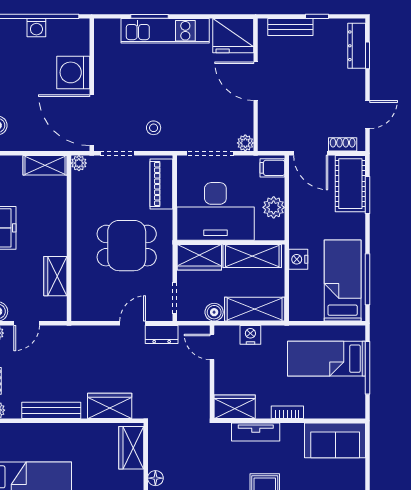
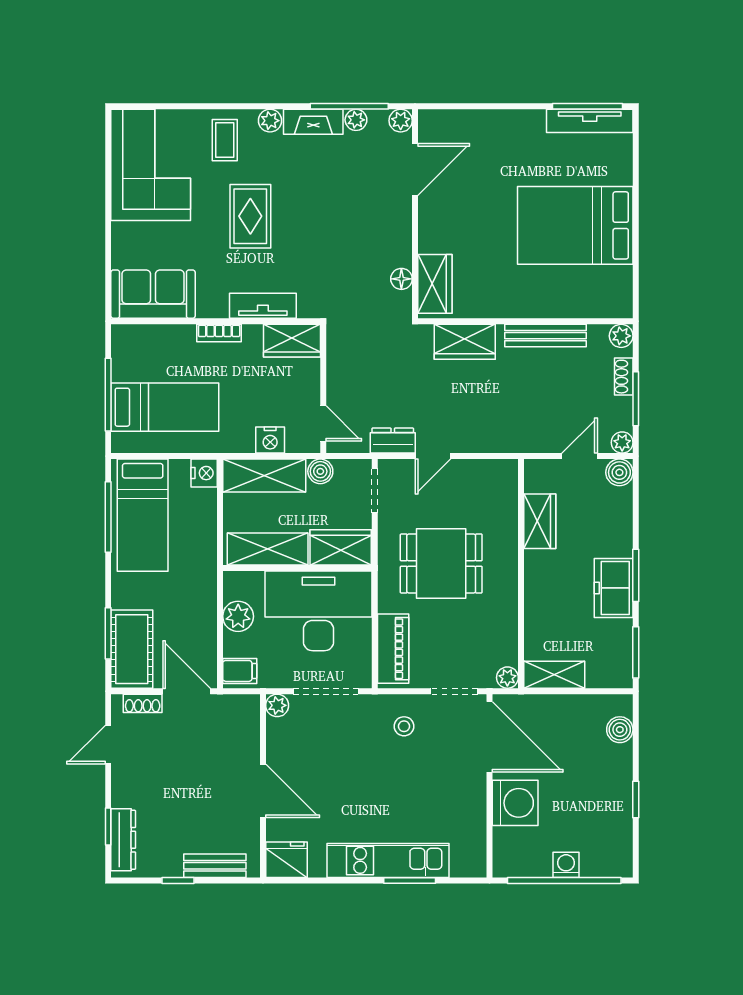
fridge: (233, 36) -> (287, 860), width x0.73, depth x0.75
nightstand: (298, 259) -> (204, 473), moved
floor lamp: (155, 478) -> (401, 279), moved

